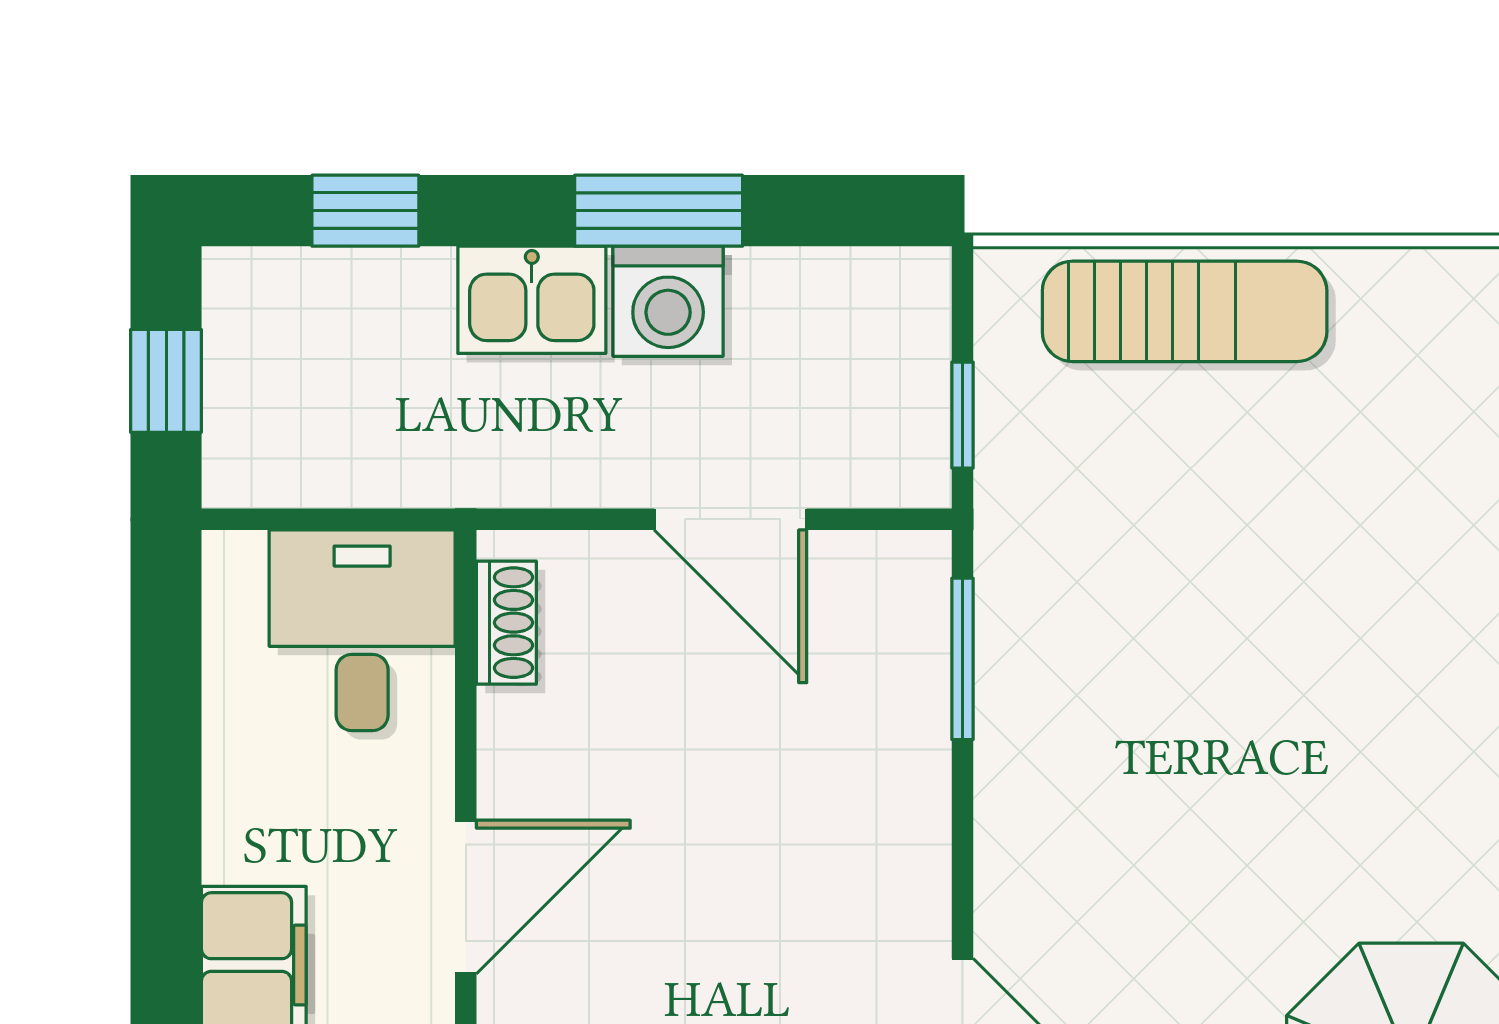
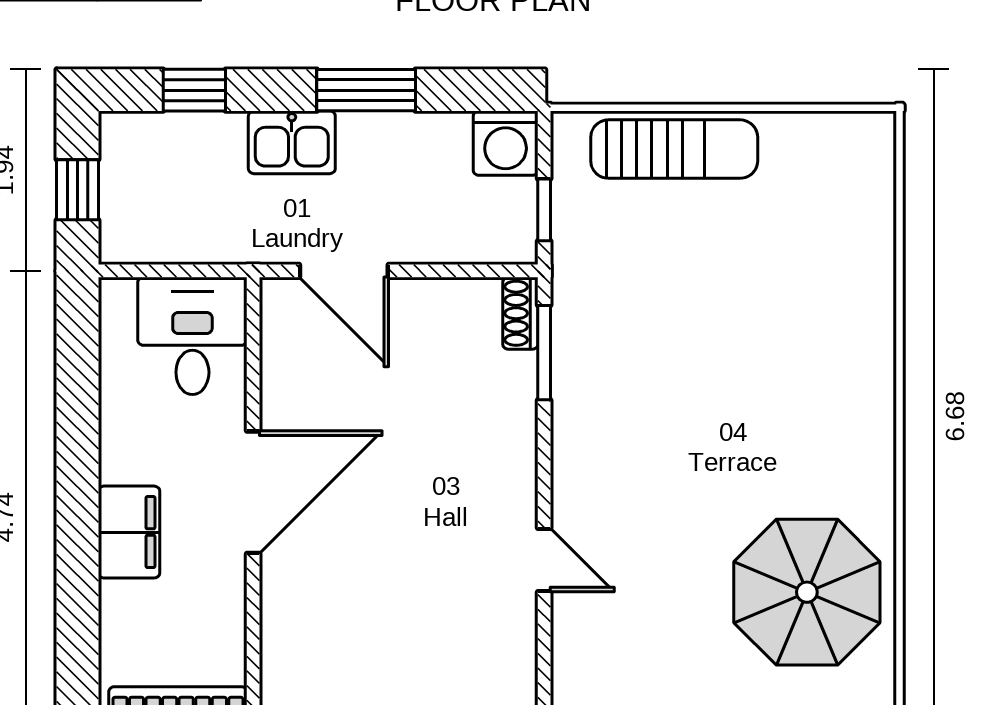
washing machine: (668, 301) -> (506, 143), moved
door: (730, 519) -> (344, 271), moved
shoe rack: (506, 623) -> (520, 313), moved, turned 180
door: (466, 897) -> (253, 492), width x1.36

